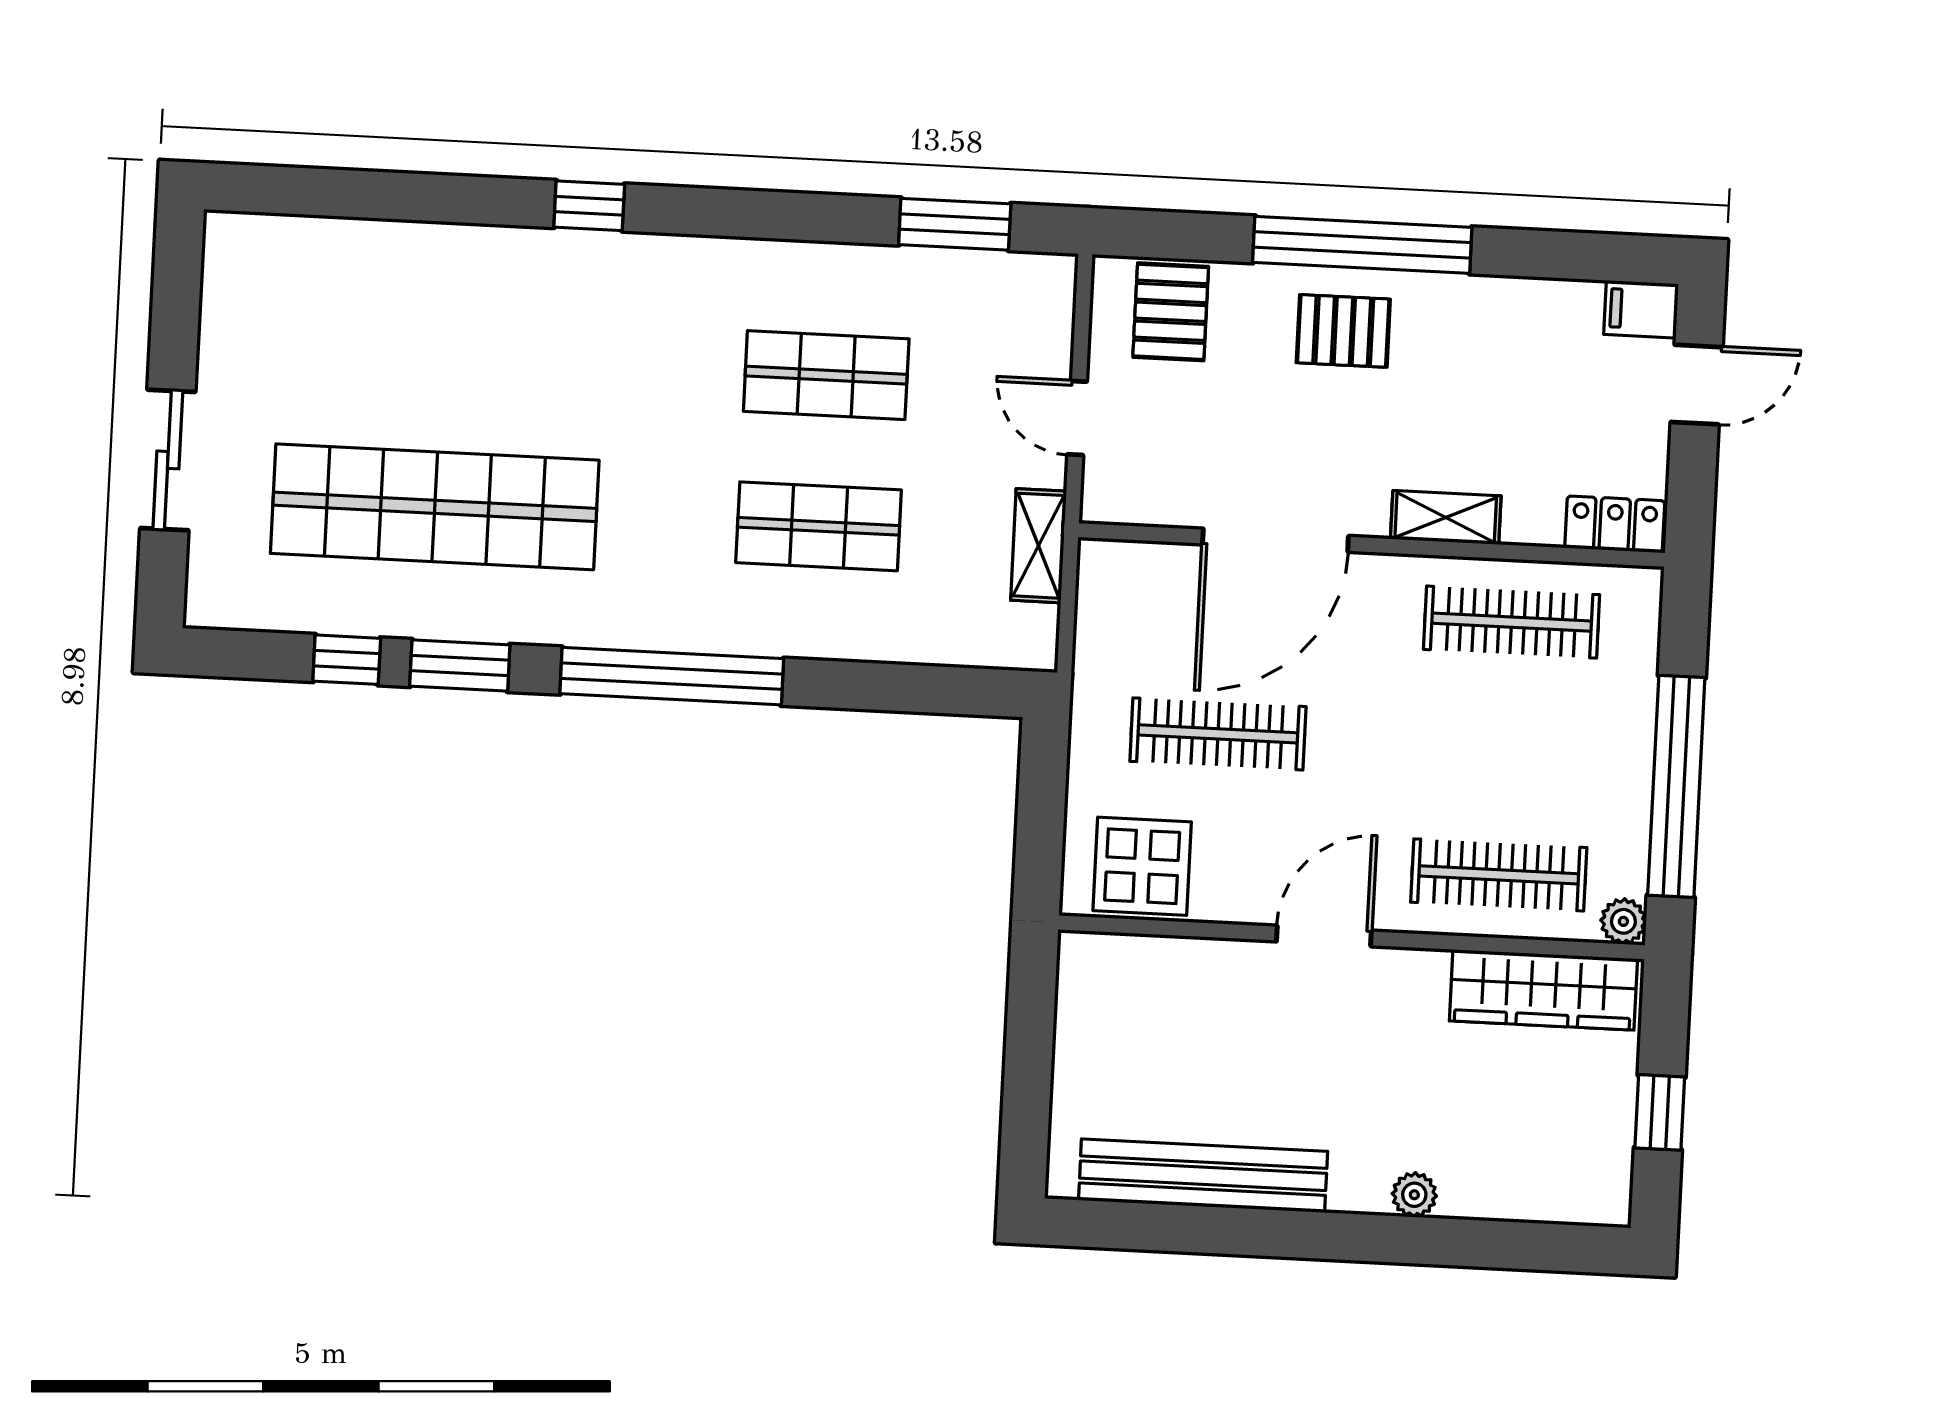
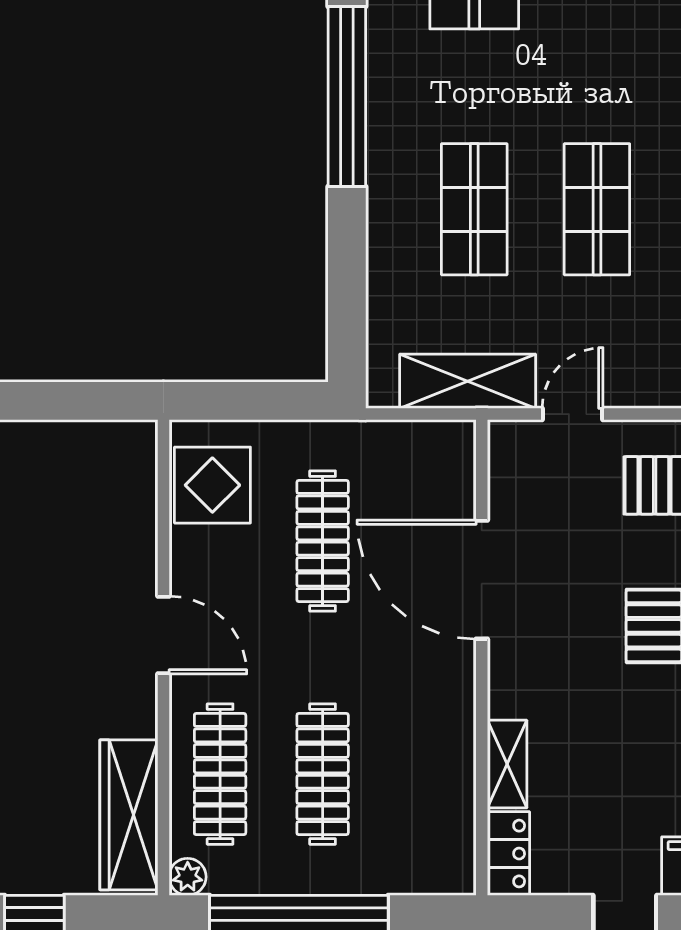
shelving: (1446, 517) -> (507, 764), moved
shelving: (1038, 546) -> (468, 381), width x1.50, depth x1.33
clothes rail: (1512, 622) -> (323, 774), moved

